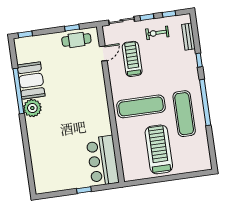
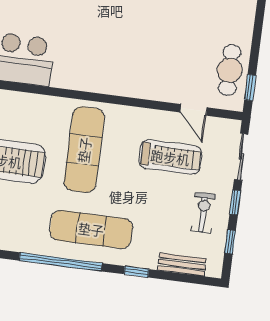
window: (72, 28) -> (250, 88), moved
exercise mat: (184, 114) -> (91, 229), moved

